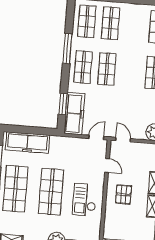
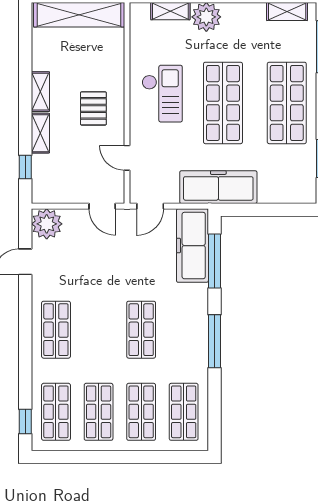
window: (67, 49) -> (214, 341), moved
shop shelf: (83, 67) -> (99, 412), moved
window: (63, 104) -> (214, 261), width x1.44
freezer: (27, 143) -> (218, 187), moved

